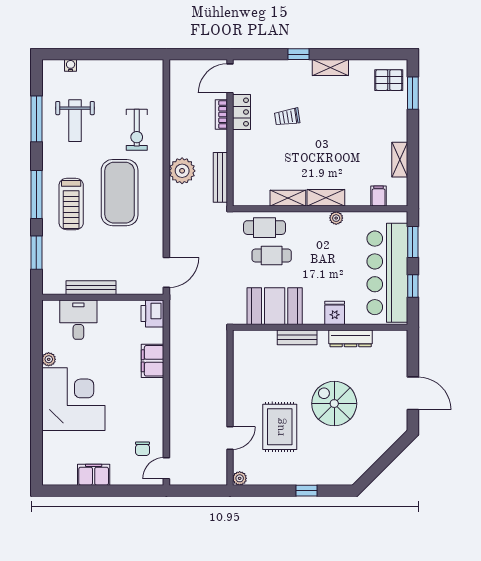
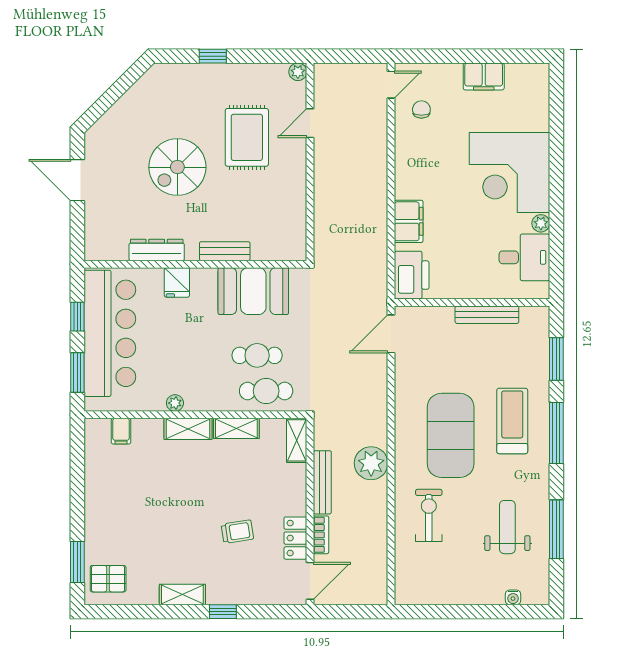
shelving: (400, 160) -> (297, 440), moved
bench: (220, 177) -> (322, 482), moved
printer: (152, 314) -> (412, 275), width x1.37, depth x1.19
desk: (78, 320) -> (524, 257), moved, turned -90
spiral stairs: (334, 404) -> (177, 167), turned 90

